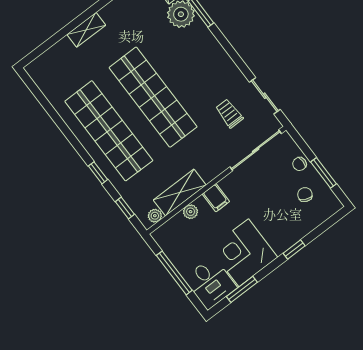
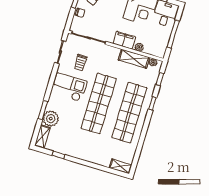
shelving: (86, 30) -> (121, 166), moved
checkout: (206, 72) -> (69, 87), added
filing cabinet: (216, 198) -> (124, 40), width x2.00

